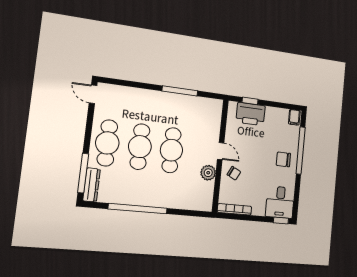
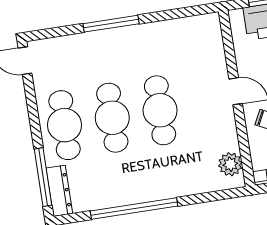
window: (180, 91) -> (111, 24), moved
plant: (208, 173) -> (230, 164), moved

